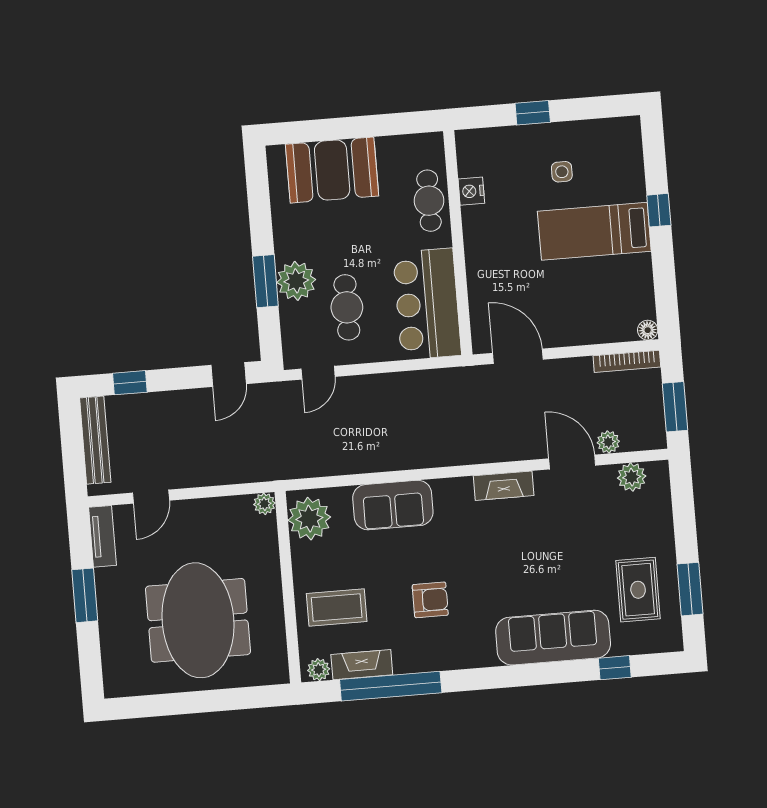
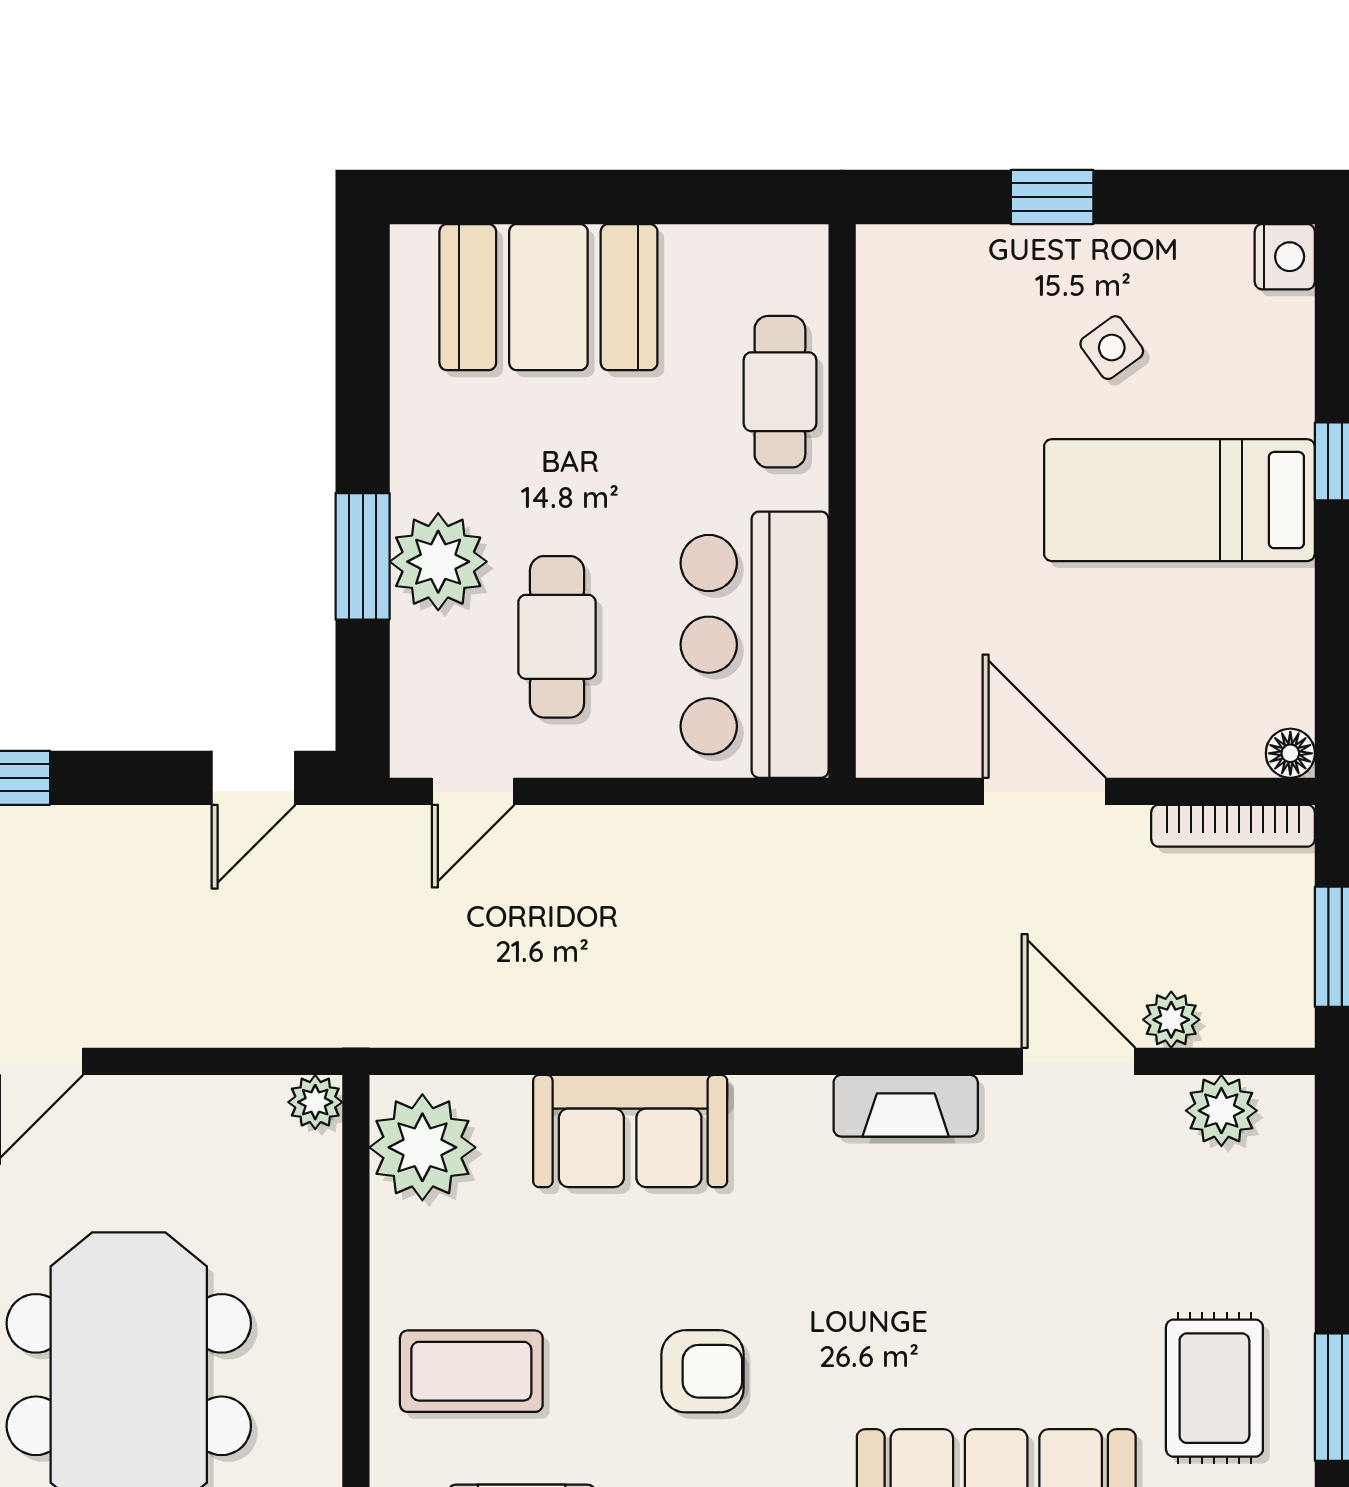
side table: (562, 172) -> (1112, 348), turned -36
nightstand: (471, 191) -> (1285, 257), moved, turned 180
door: (518, 356) -> (1044, 791), moved

